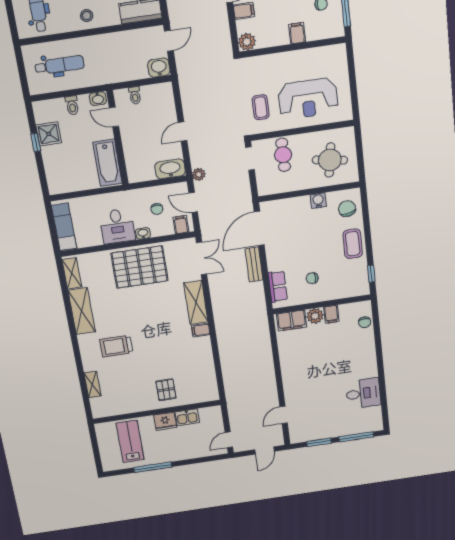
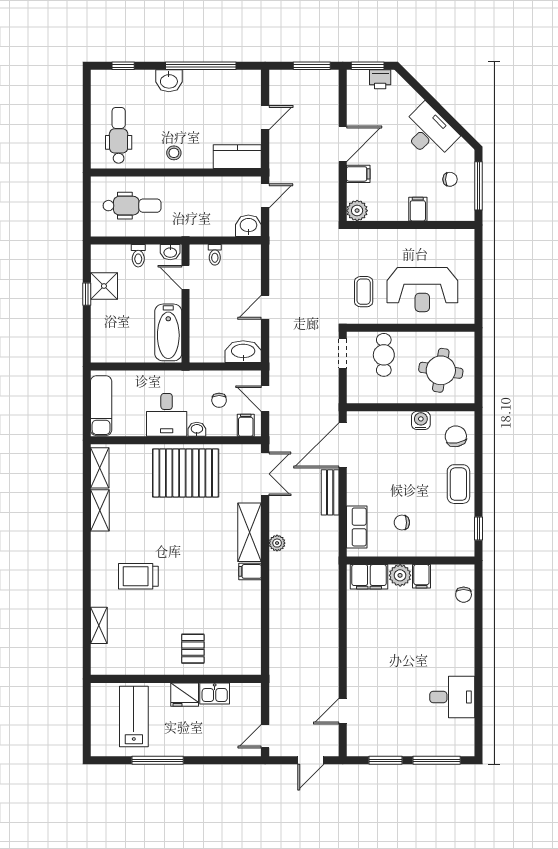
plant: (199, 174) -> (277, 543), moved
shelving: (82, 311) -> (100, 510), width x0.67, depth x0.75

